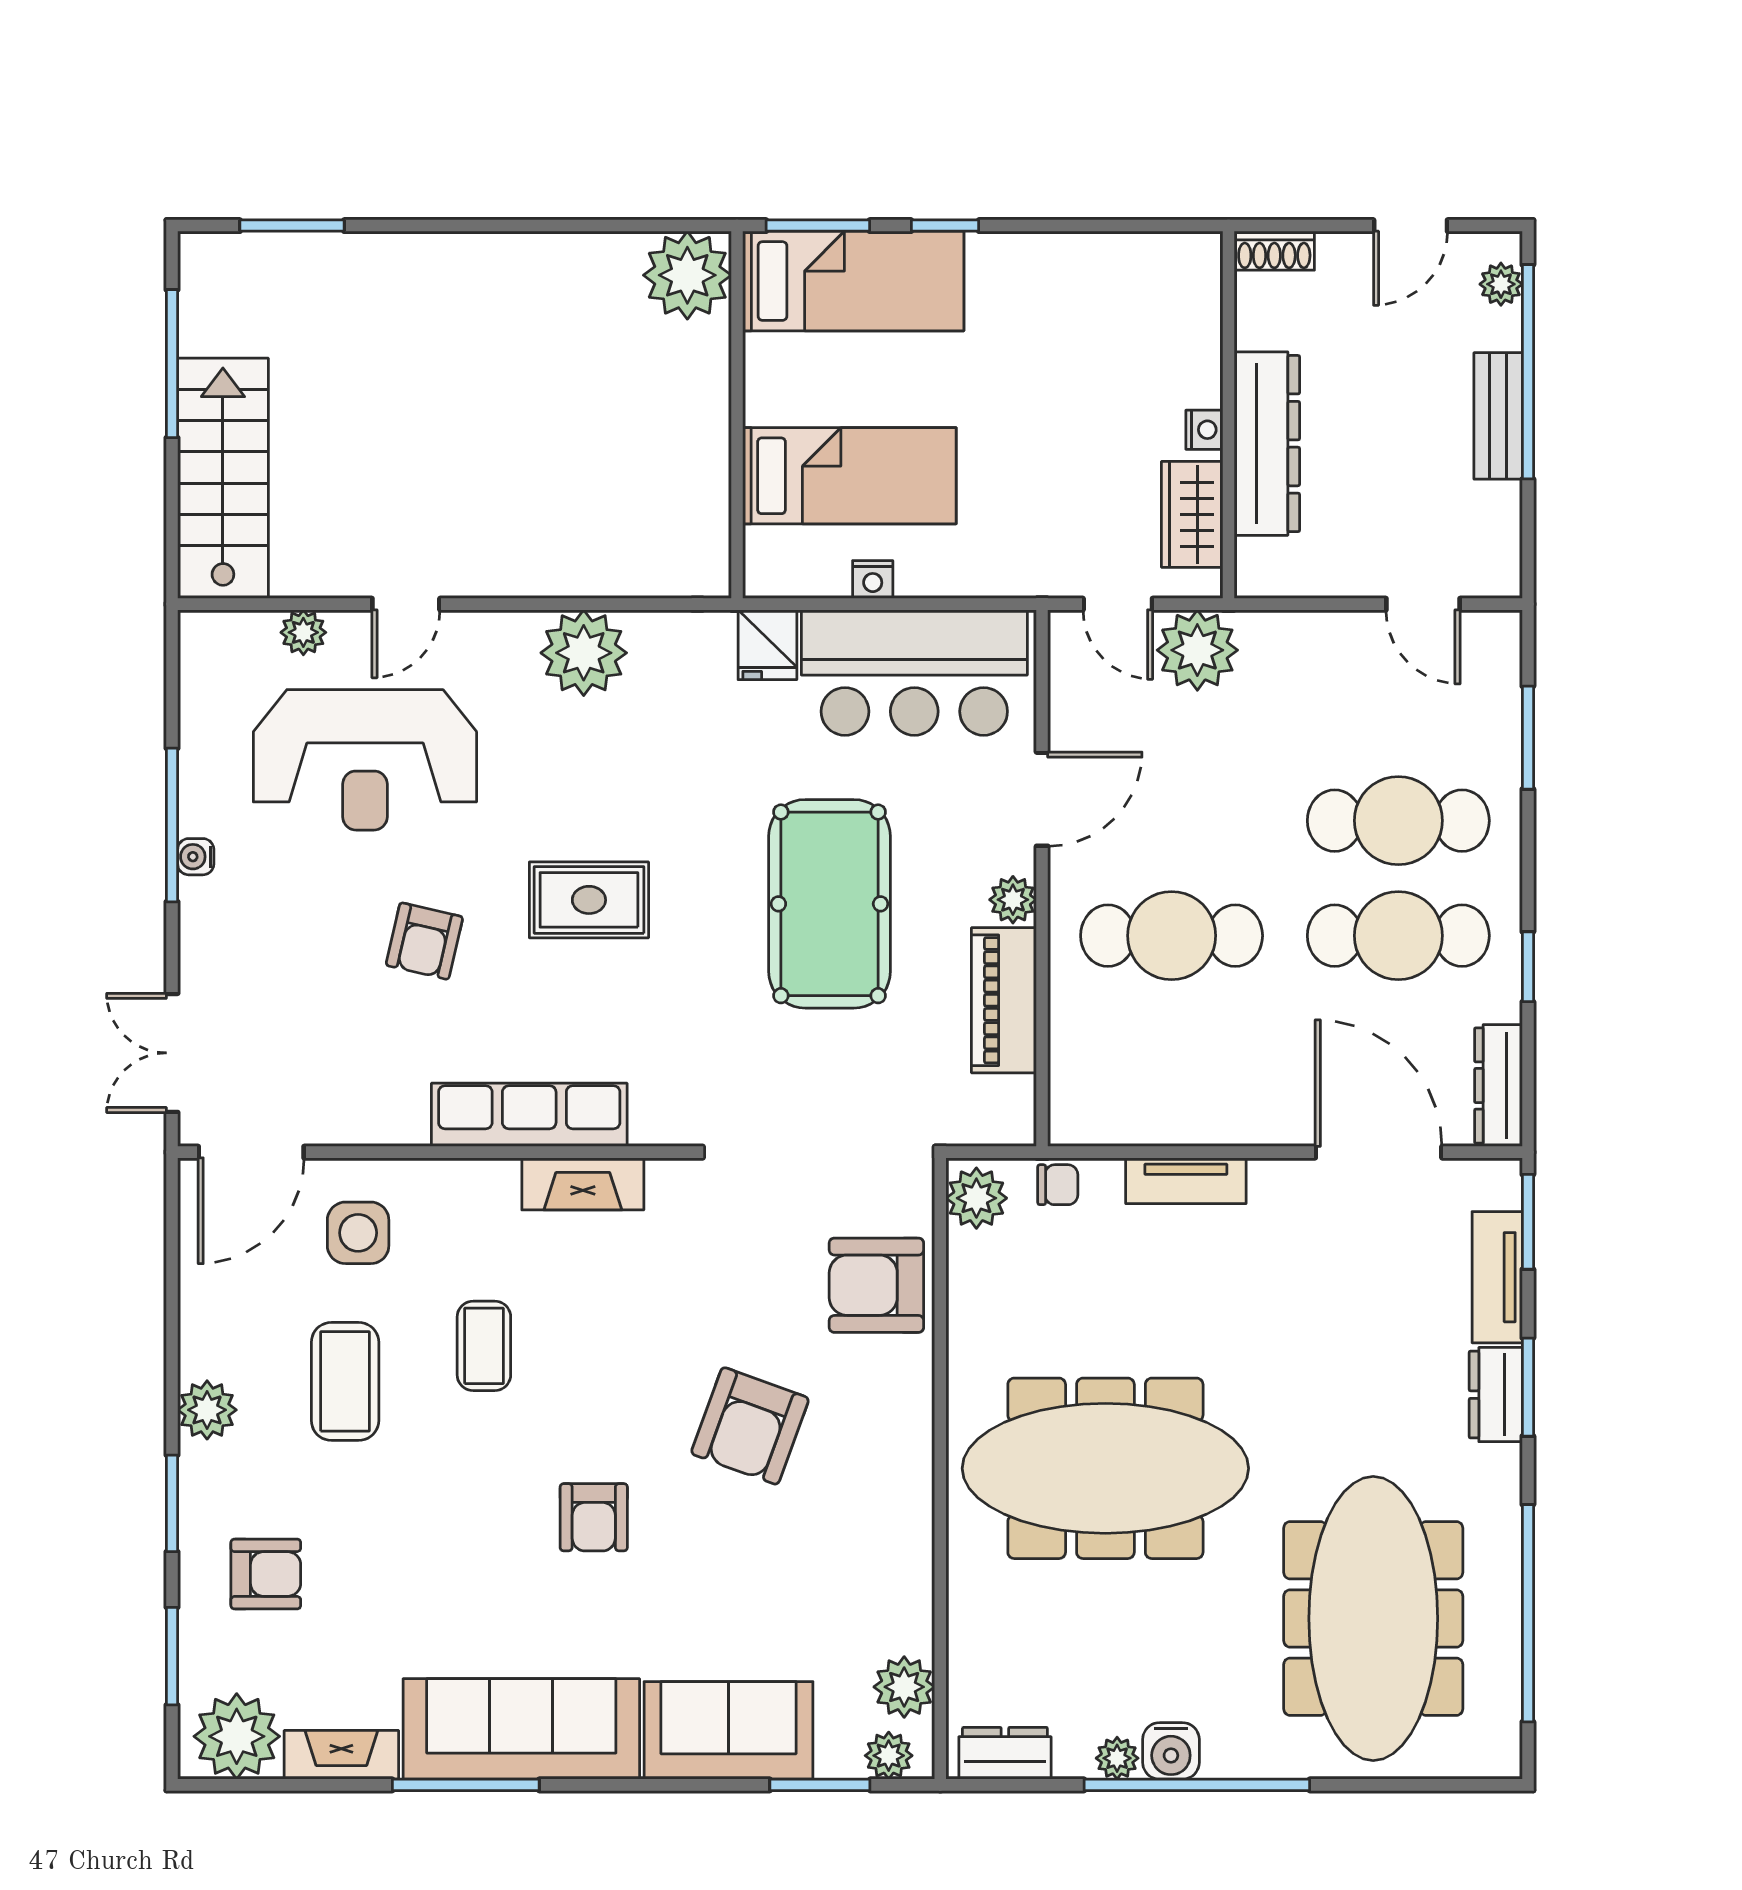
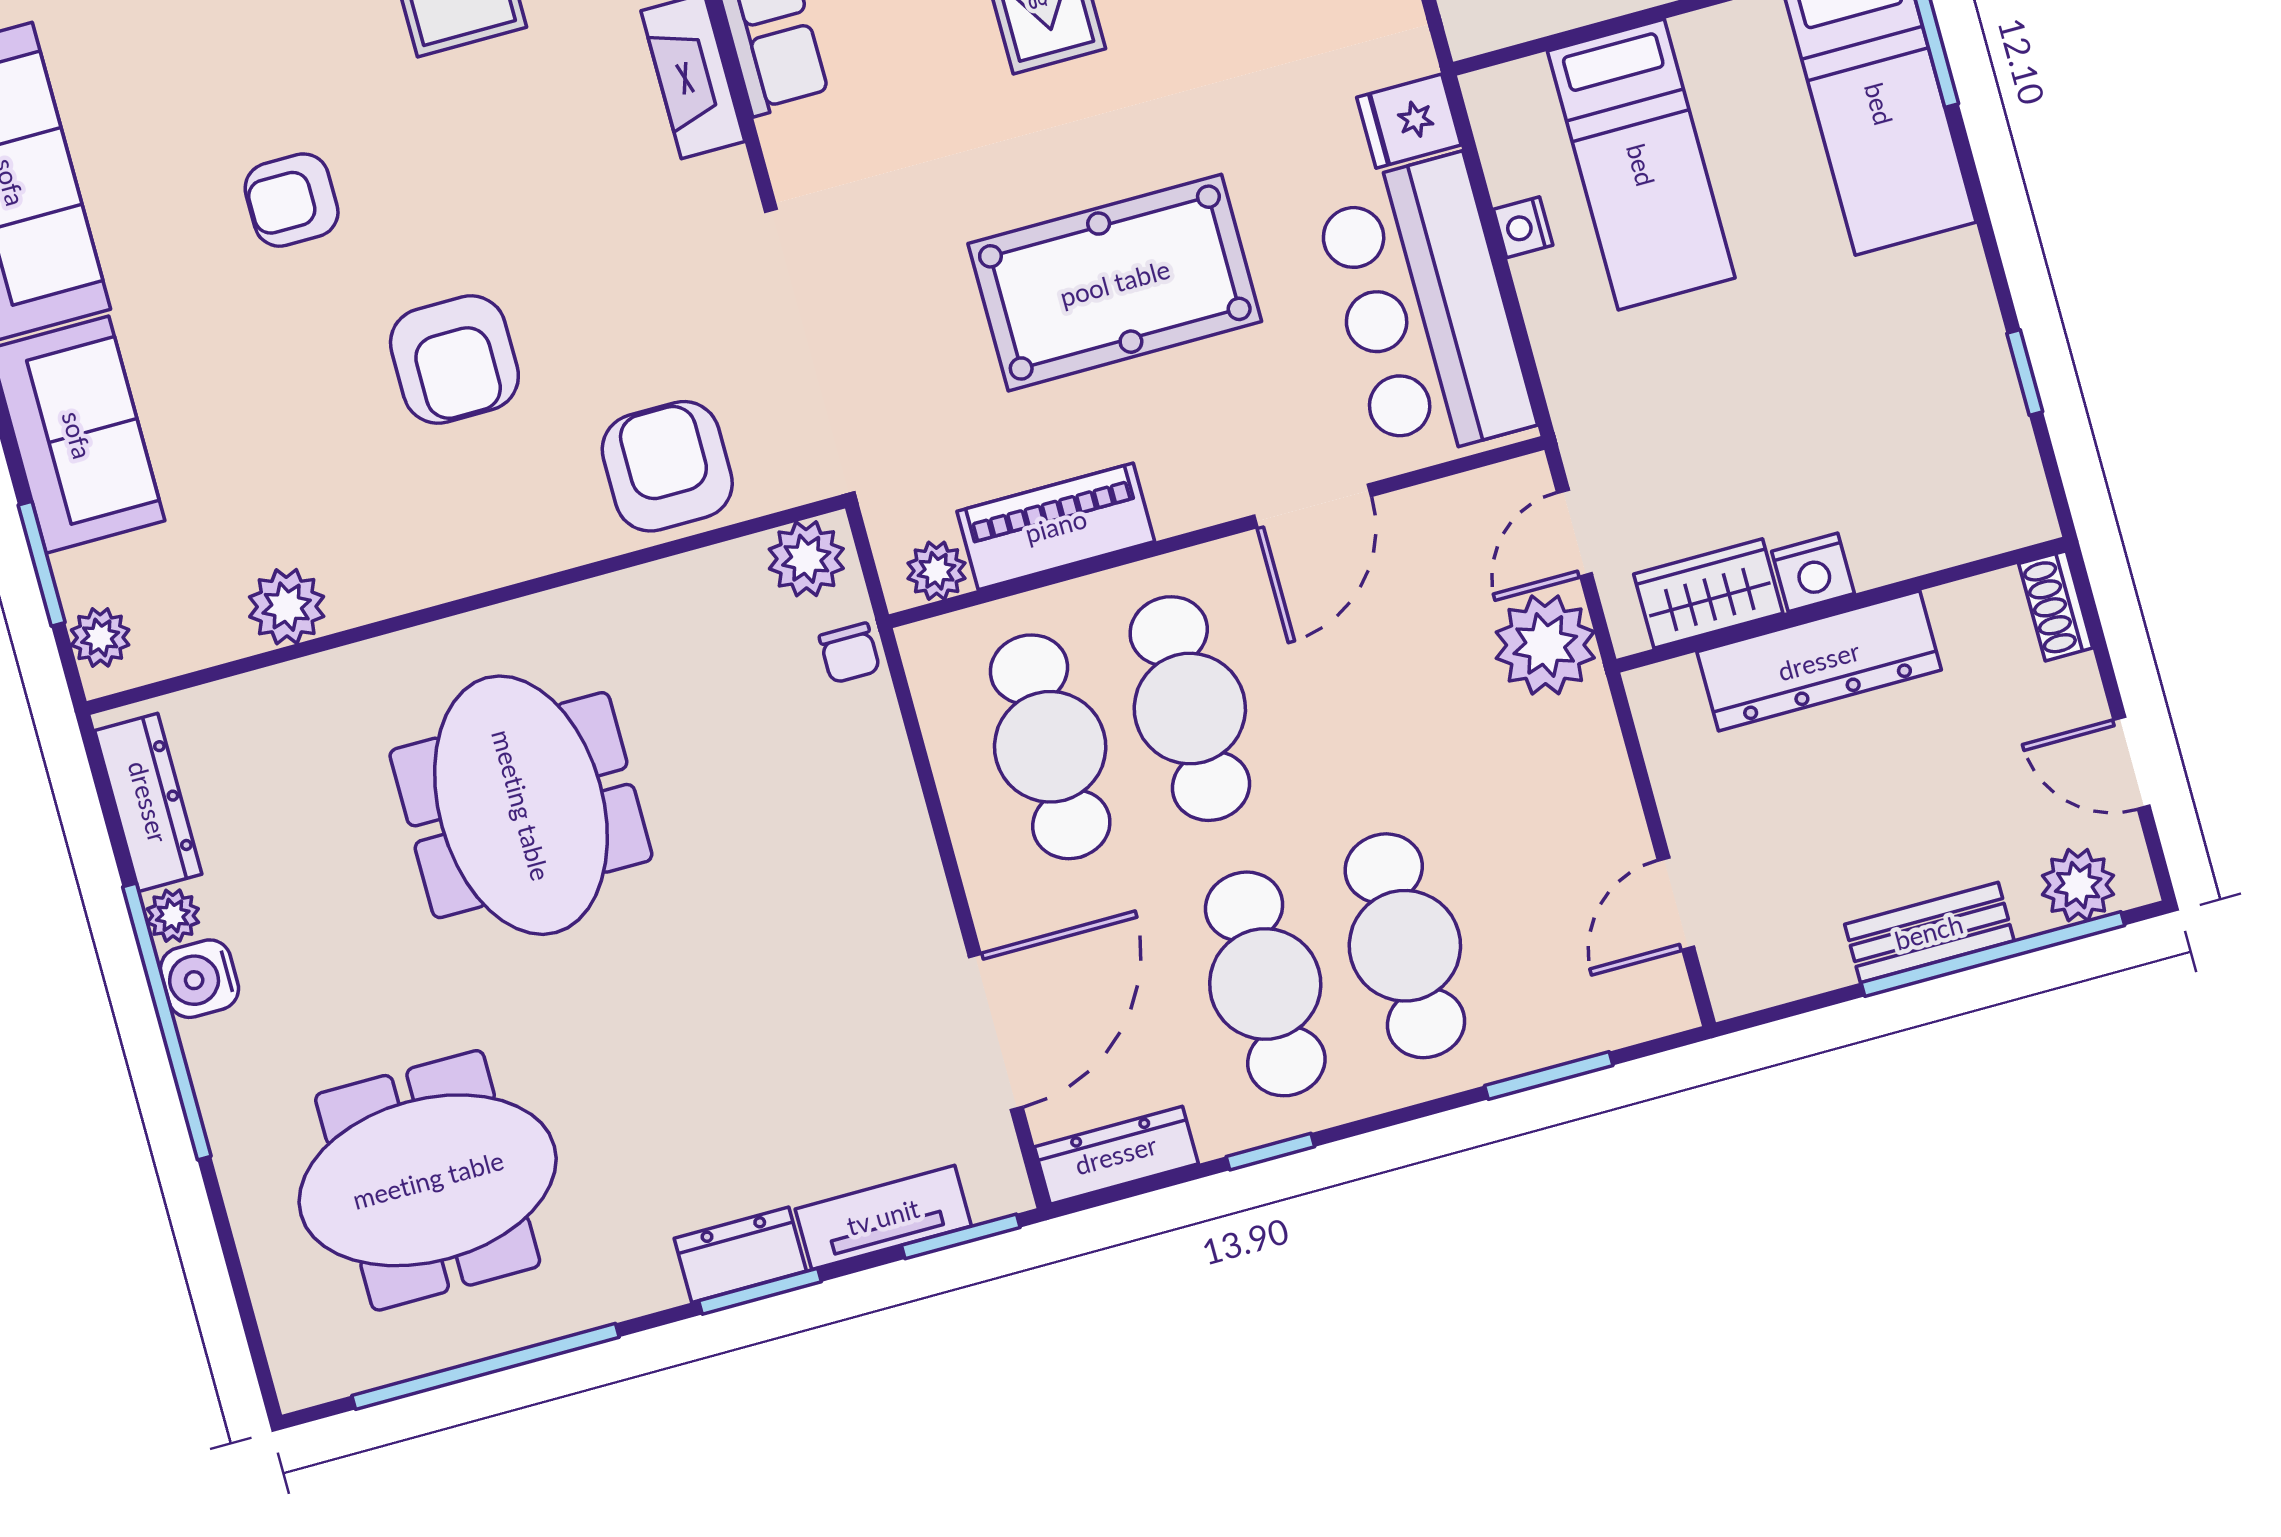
window: (945, 226) -> (2025, 373), moved
plant: (1501, 284) -> (2078, 885), width x1.38, depth x1.38
nightstand: (1204, 430) -> (1813, 572), width x1.39, depth x1.35
door: (1042, 799) -> (1312, 506), hinge flipped
plant: (1013, 900) -> (936, 571), moved
cafe table: (1172, 1051) -> (1050, 747), added
tv unit: (1186, 1181) -> (897, 807), removed
armchair: (750, 1426) -> (454, 360), turned -110
meeting table: (1105, 1468) -> (521, 805), width x0.73
meeting table: (1373, 1618) -> (428, 1180), width x0.73
plant: (904, 1687) -> (287, 607), moved
dresser: (1005, 1753) -> (148, 802), width x1.44

